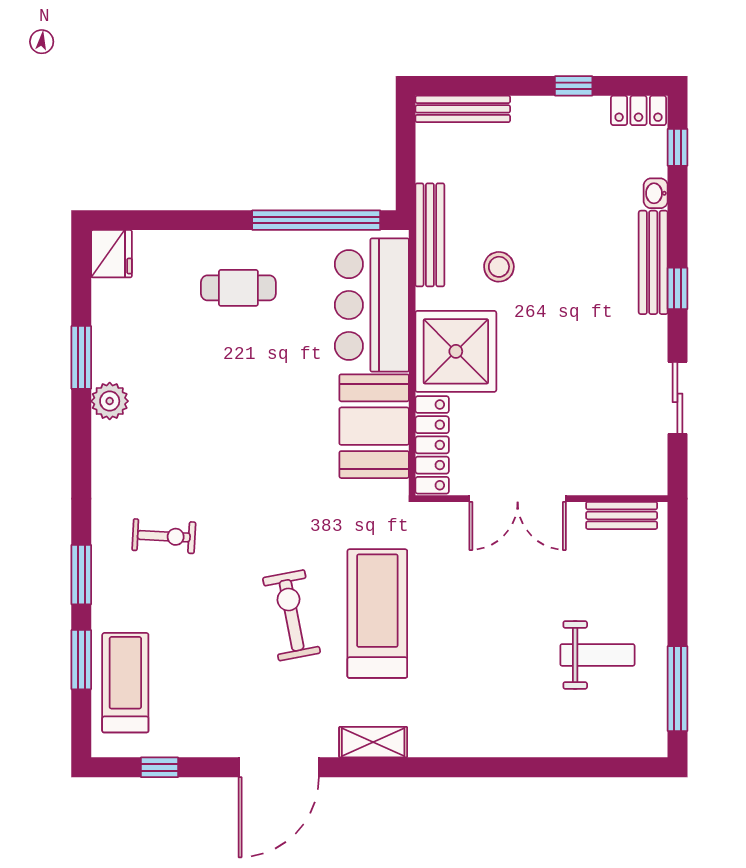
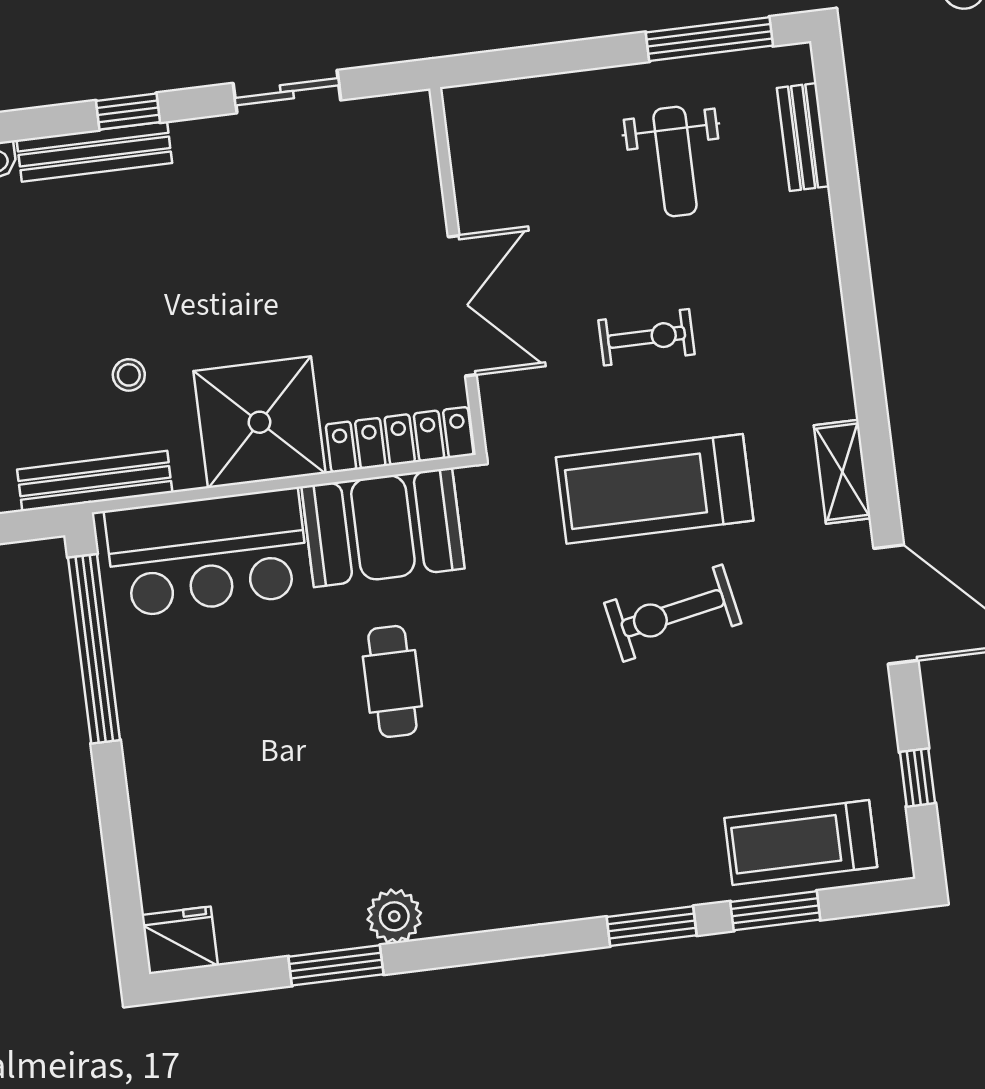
stool: (499, 267) -> (129, 375), width x0.73, depth x0.73
cafe table: (238, 288) -> (392, 681), moved
bench: (622, 515) -> (803, 137), moved
exercise bike: (164, 536) -> (647, 337), moved, turned 87
weight bench: (597, 655) -> (675, 161), turned 180

